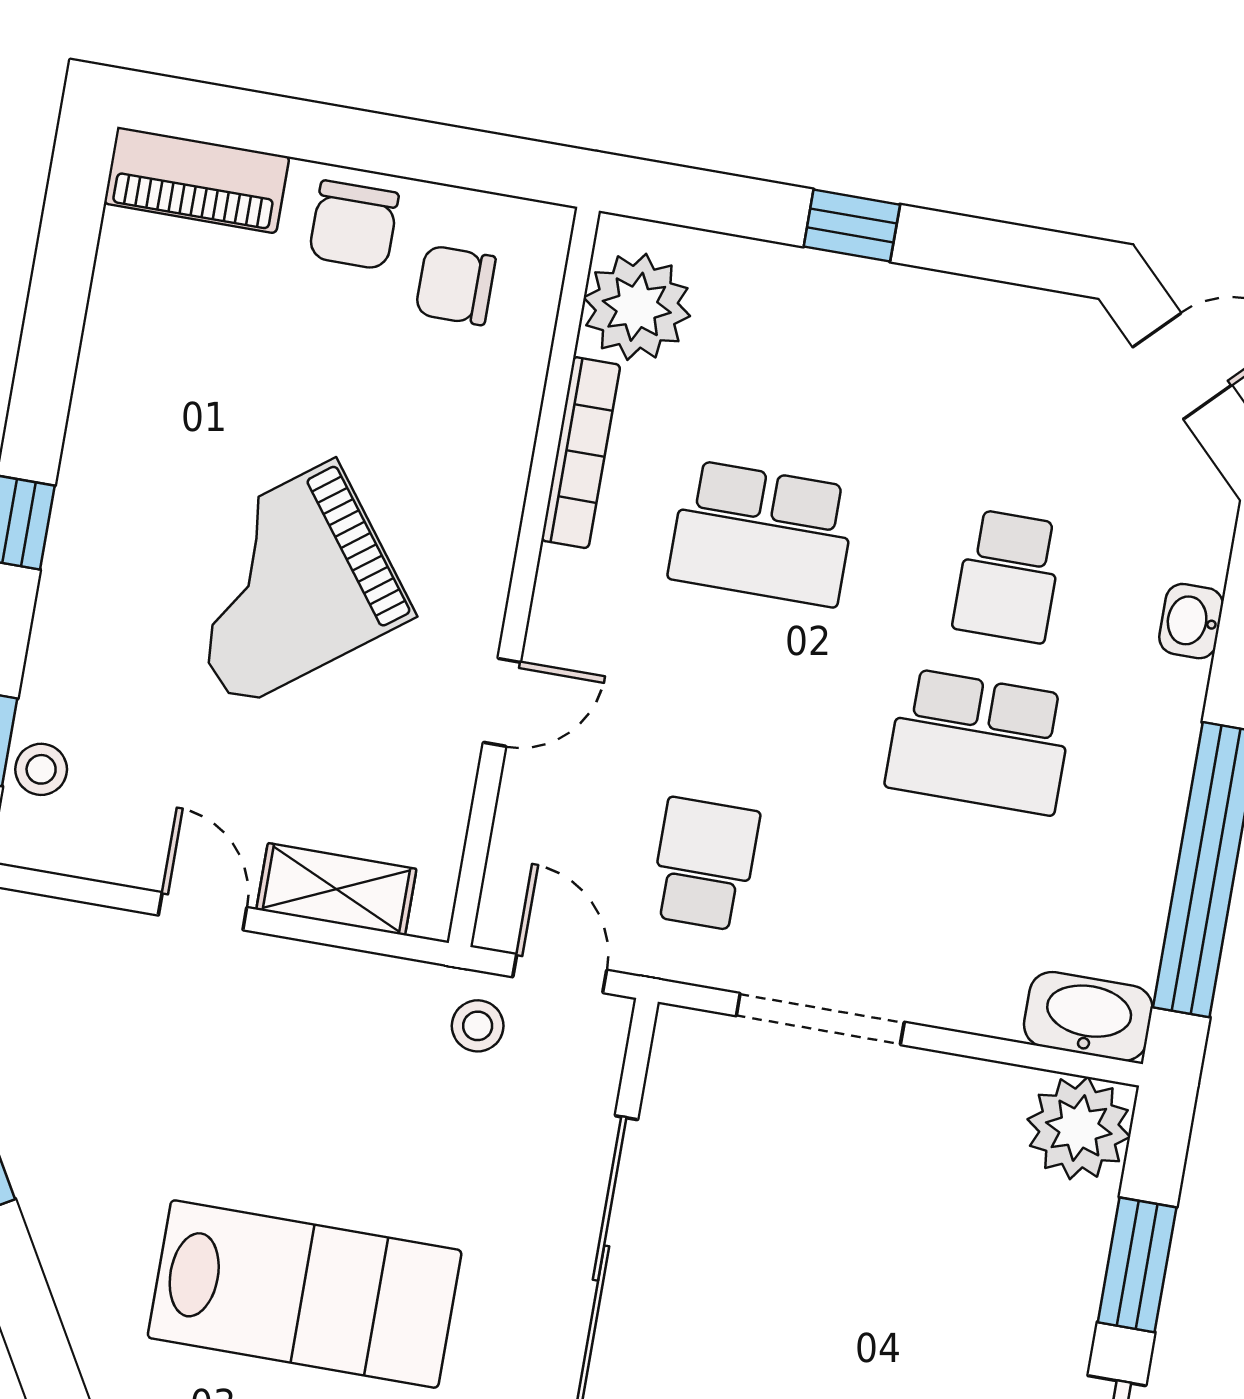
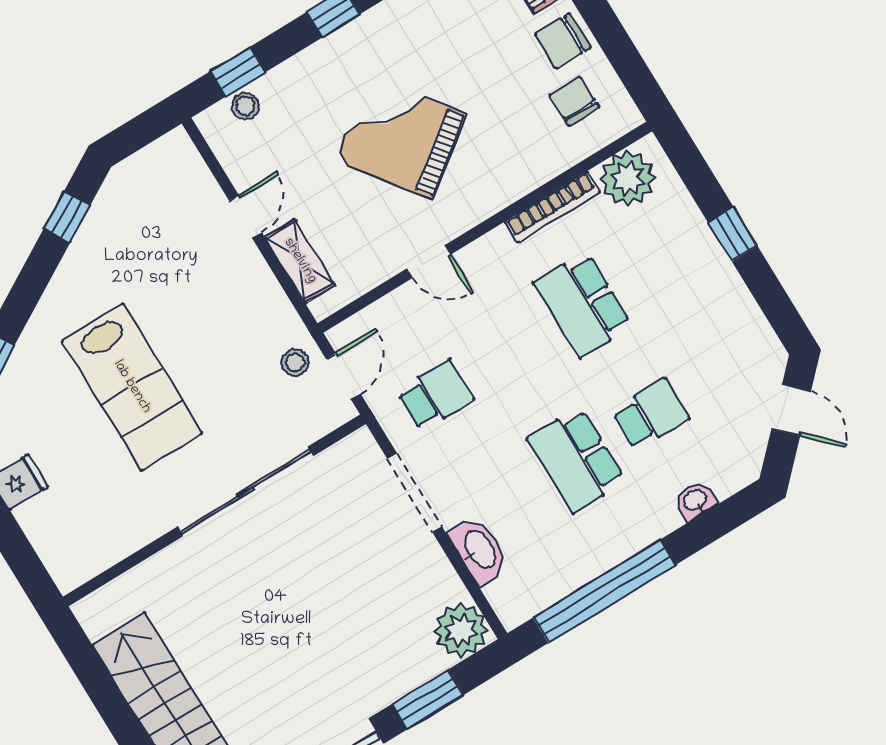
school desk: (1008, 576) -> (650, 414), turned 180
washbasin: (1088, 1016) -> (479, 550), moved

